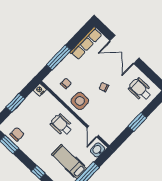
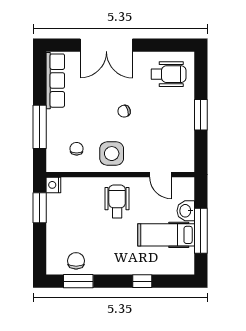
wheelchair: (140, 90) -> (169, 74), turned 180
window: (15, 103) -> (40, 208), moved
wheelchair: (61, 125) -> (117, 201), turned 90
washbasin: (97, 150) -> (186, 211), moved

